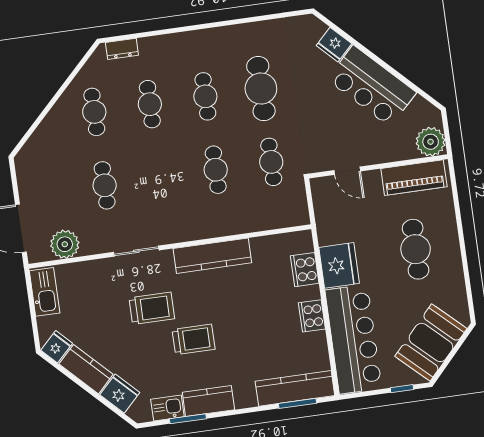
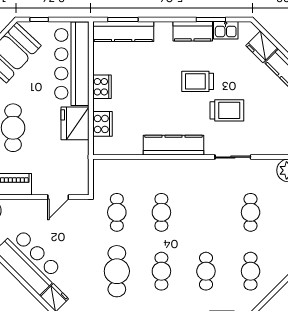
door: (347, 171) -> (58, 197), swing flipped
trolley: (152, 308) -> (227, 110), turned 180

